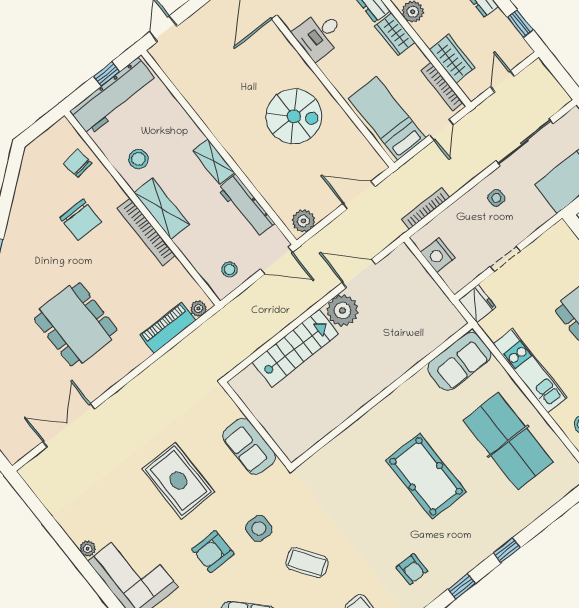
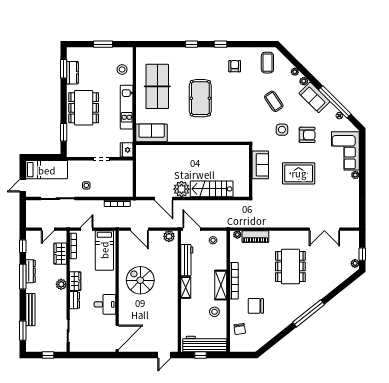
chair: (81, 220) -> (256, 306), turned -90
nightstand: (438, 255) -> (127, 181), removed
rug: (178, 481) -> (299, 173), turned 90

